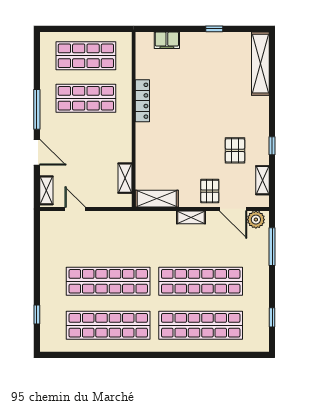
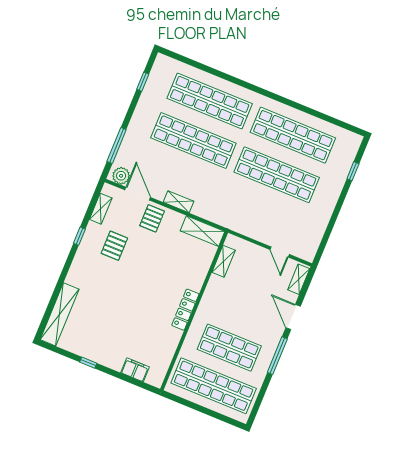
shop shelf: (86, 56) -> (214, 386), width x1.40
locker: (142, 101) -> (185, 310), moved

